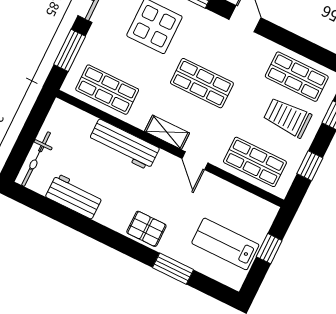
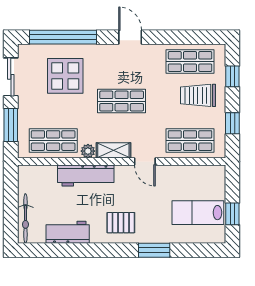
plant: (139, 119) -> (88, 151), added
pallet: (146, 229) -> (121, 223), moved
window: (269, 249) -> (232, 214), moved
window: (173, 269) -> (154, 250), moved

